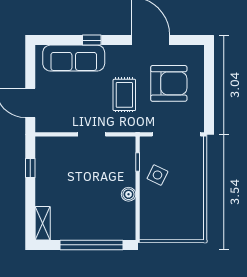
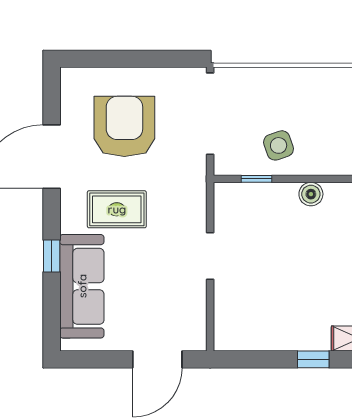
rug: (124, 95) -> (117, 209), moved
window: (30, 168) -> (313, 359), moved
side table: (157, 175) -> (279, 145), turned 45

